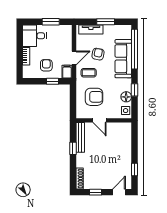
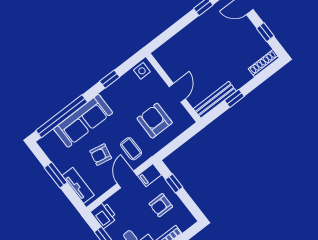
printer: (65, 31) -> (104, 215), added
door: (74, 58) -> (127, 179), hinge flipped
floor lamp: (126, 97) -> (125, 83), removed

